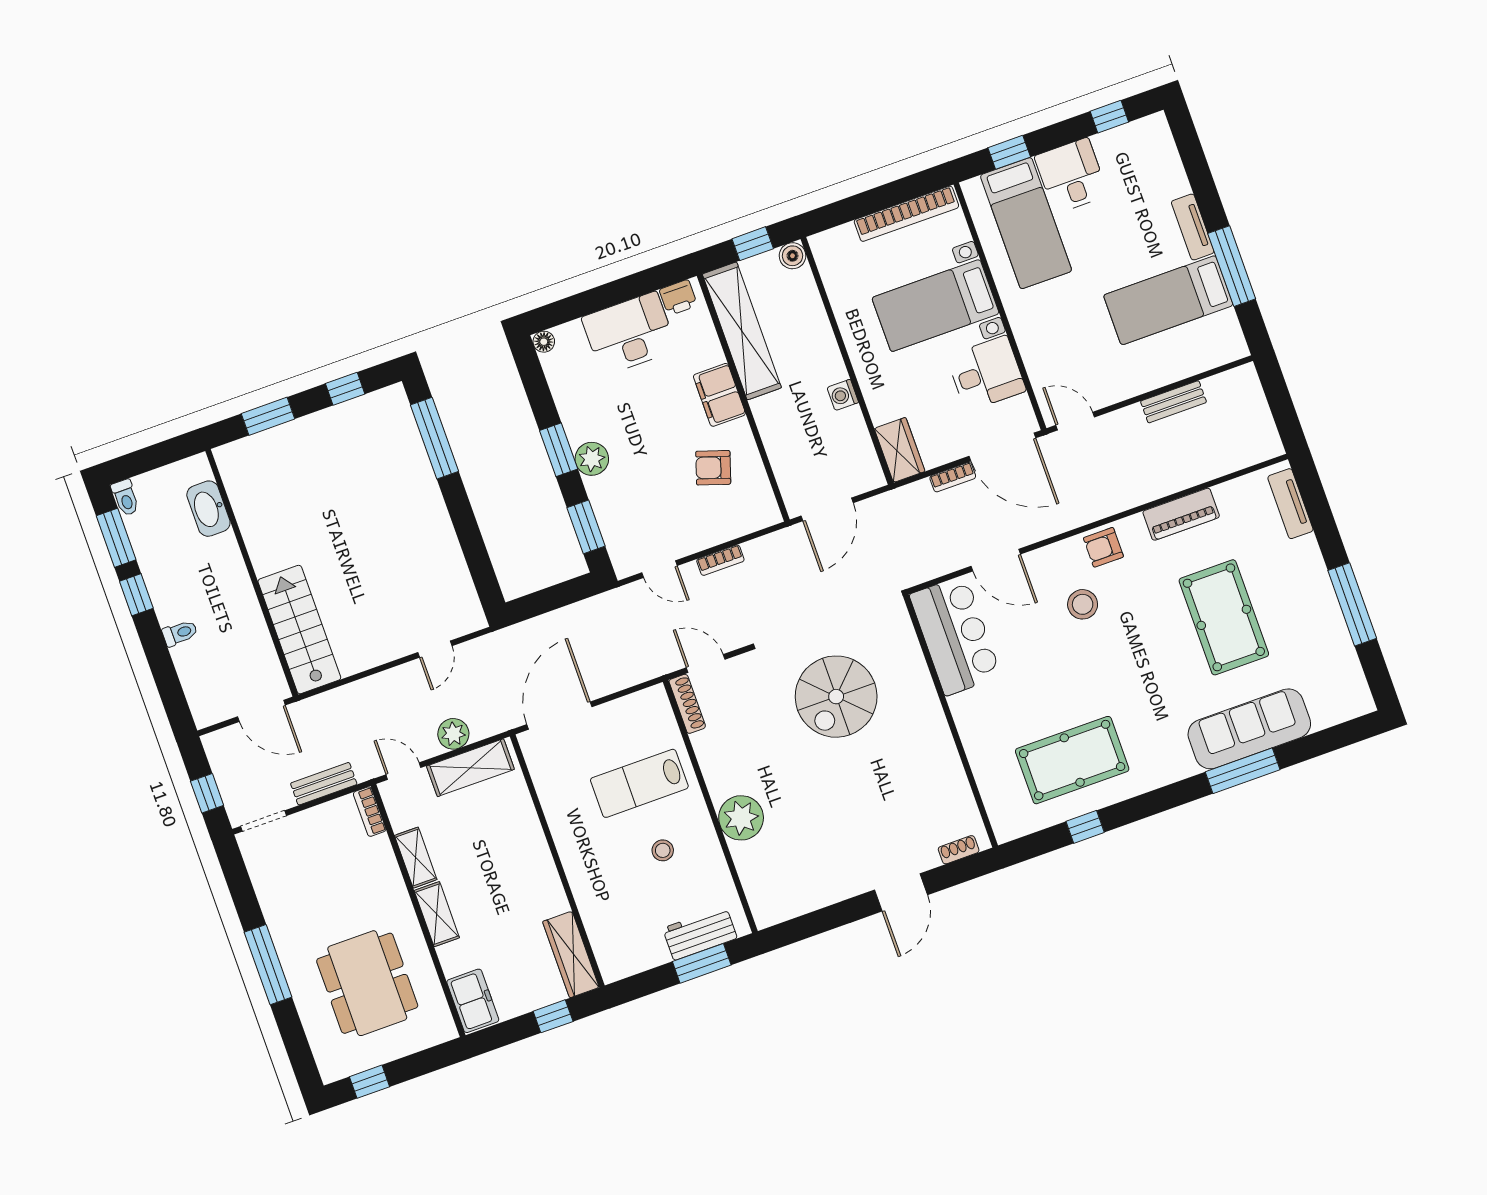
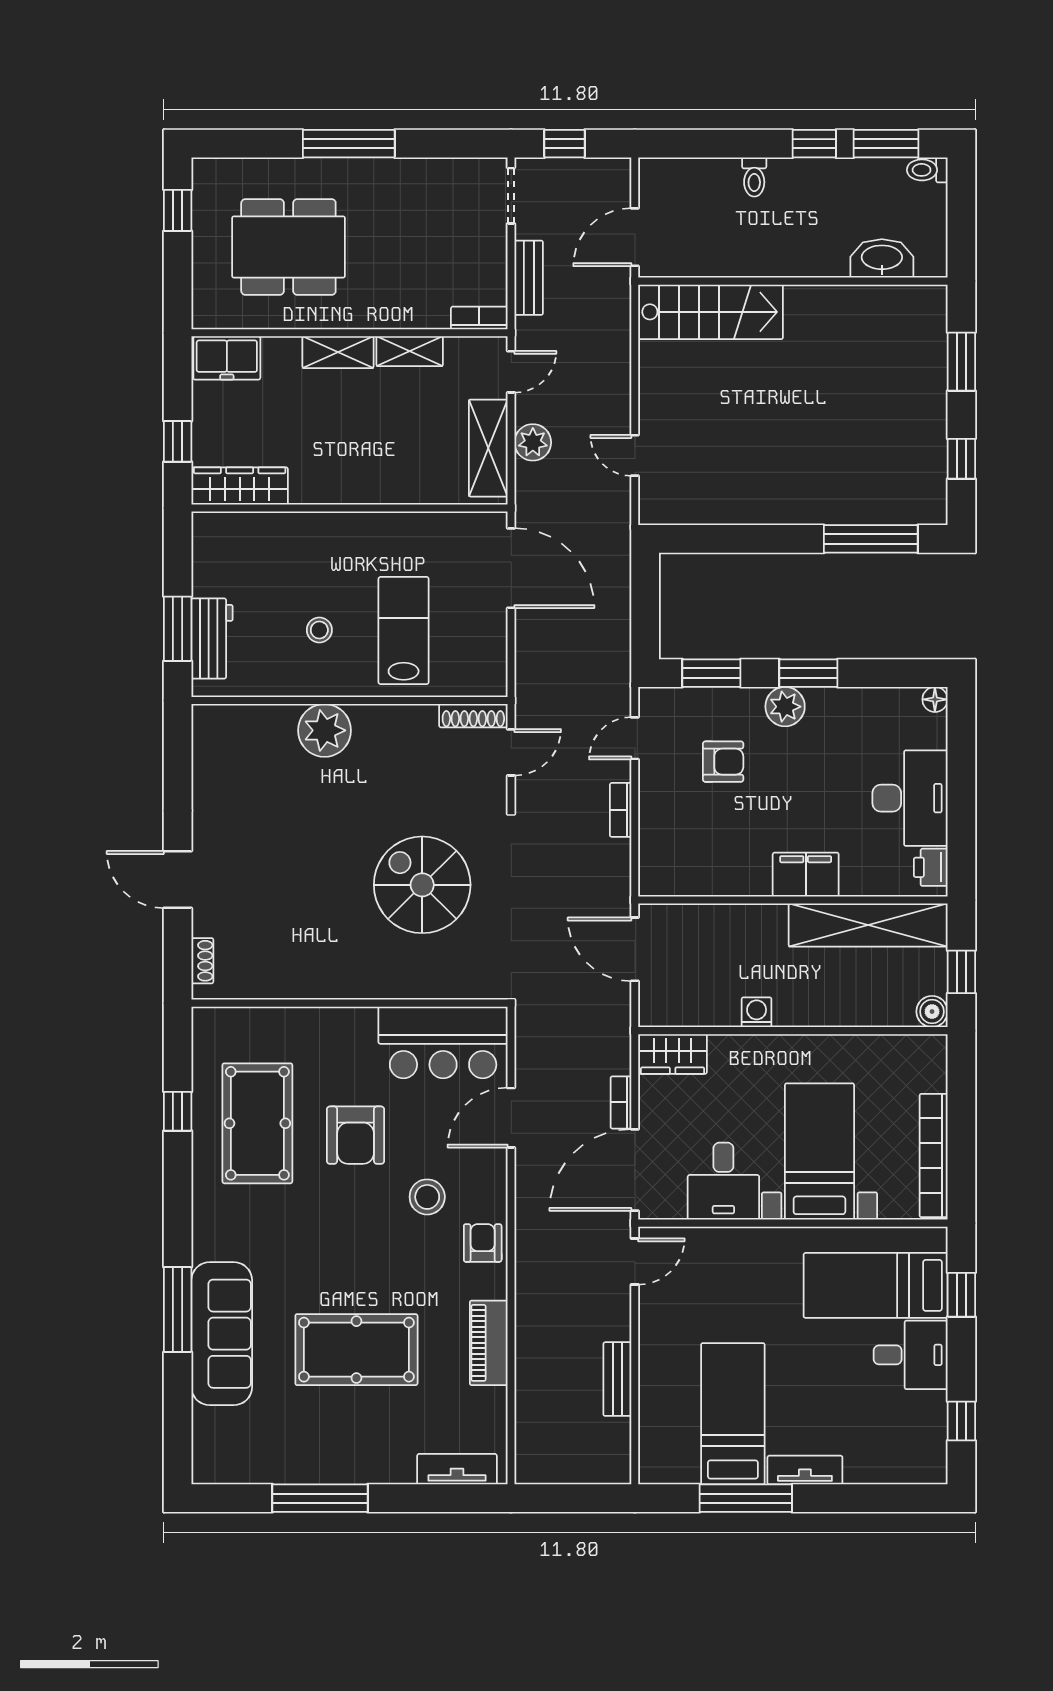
armchair: (713, 468) -> (723, 762), moved, turned 72
armchair: (1054, 679) -> (356, 1135), added

